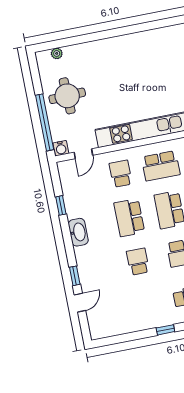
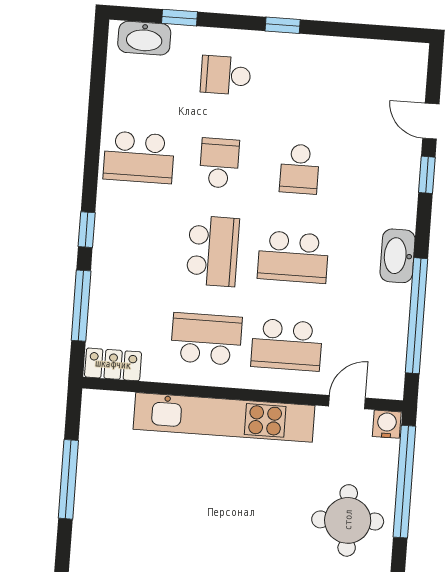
school desk: (121, 174) -> (287, 345), width x1.85
window: (61, 205) -> (417, 316), width x3.17
school desk: (129, 218) -> (293, 257), turned 90
door: (80, 303) -> (431, 121), hinge flipped

